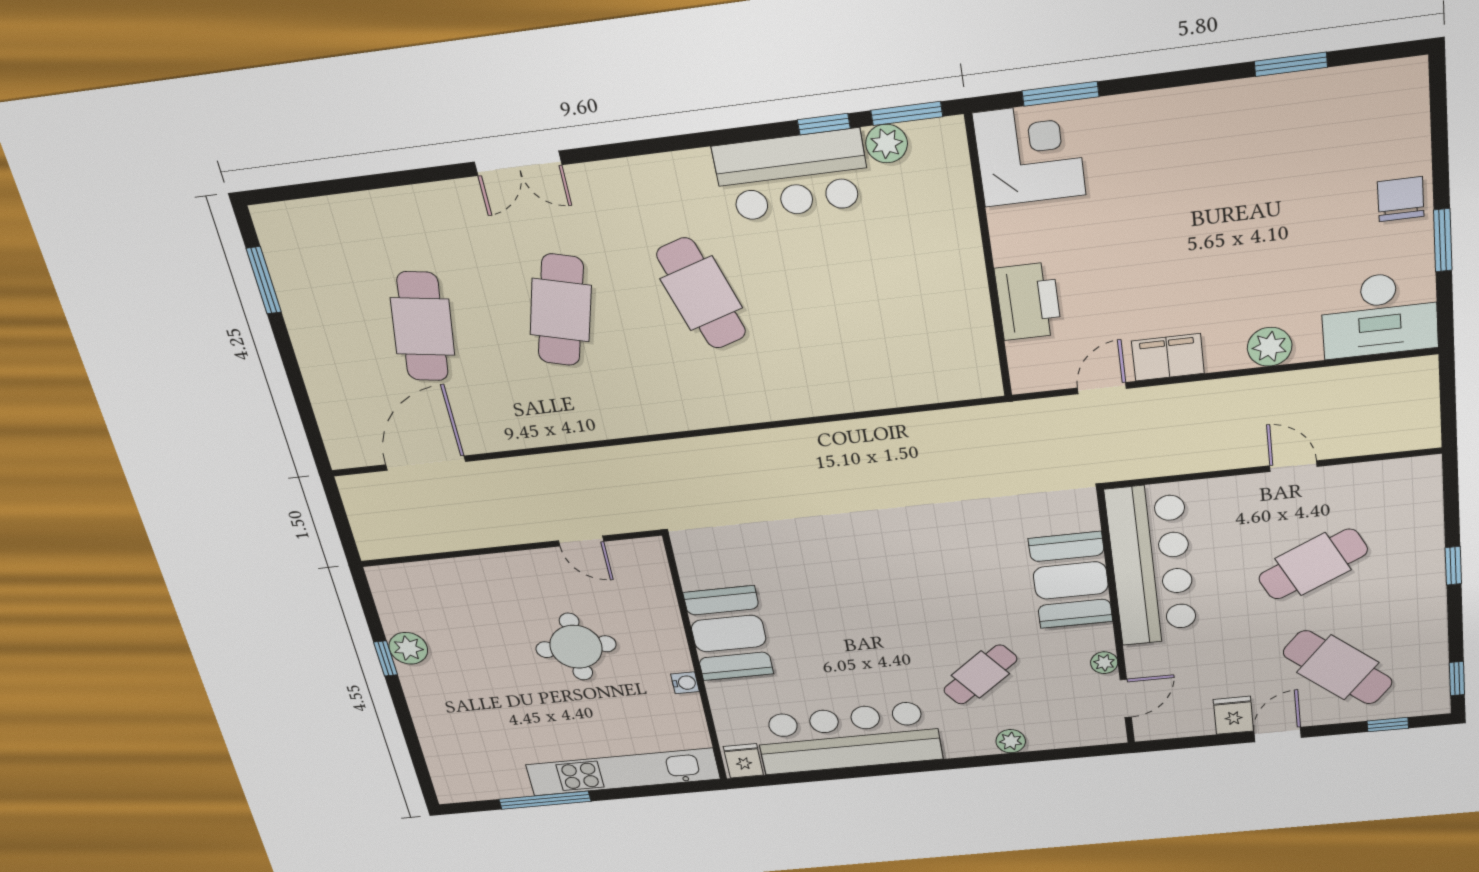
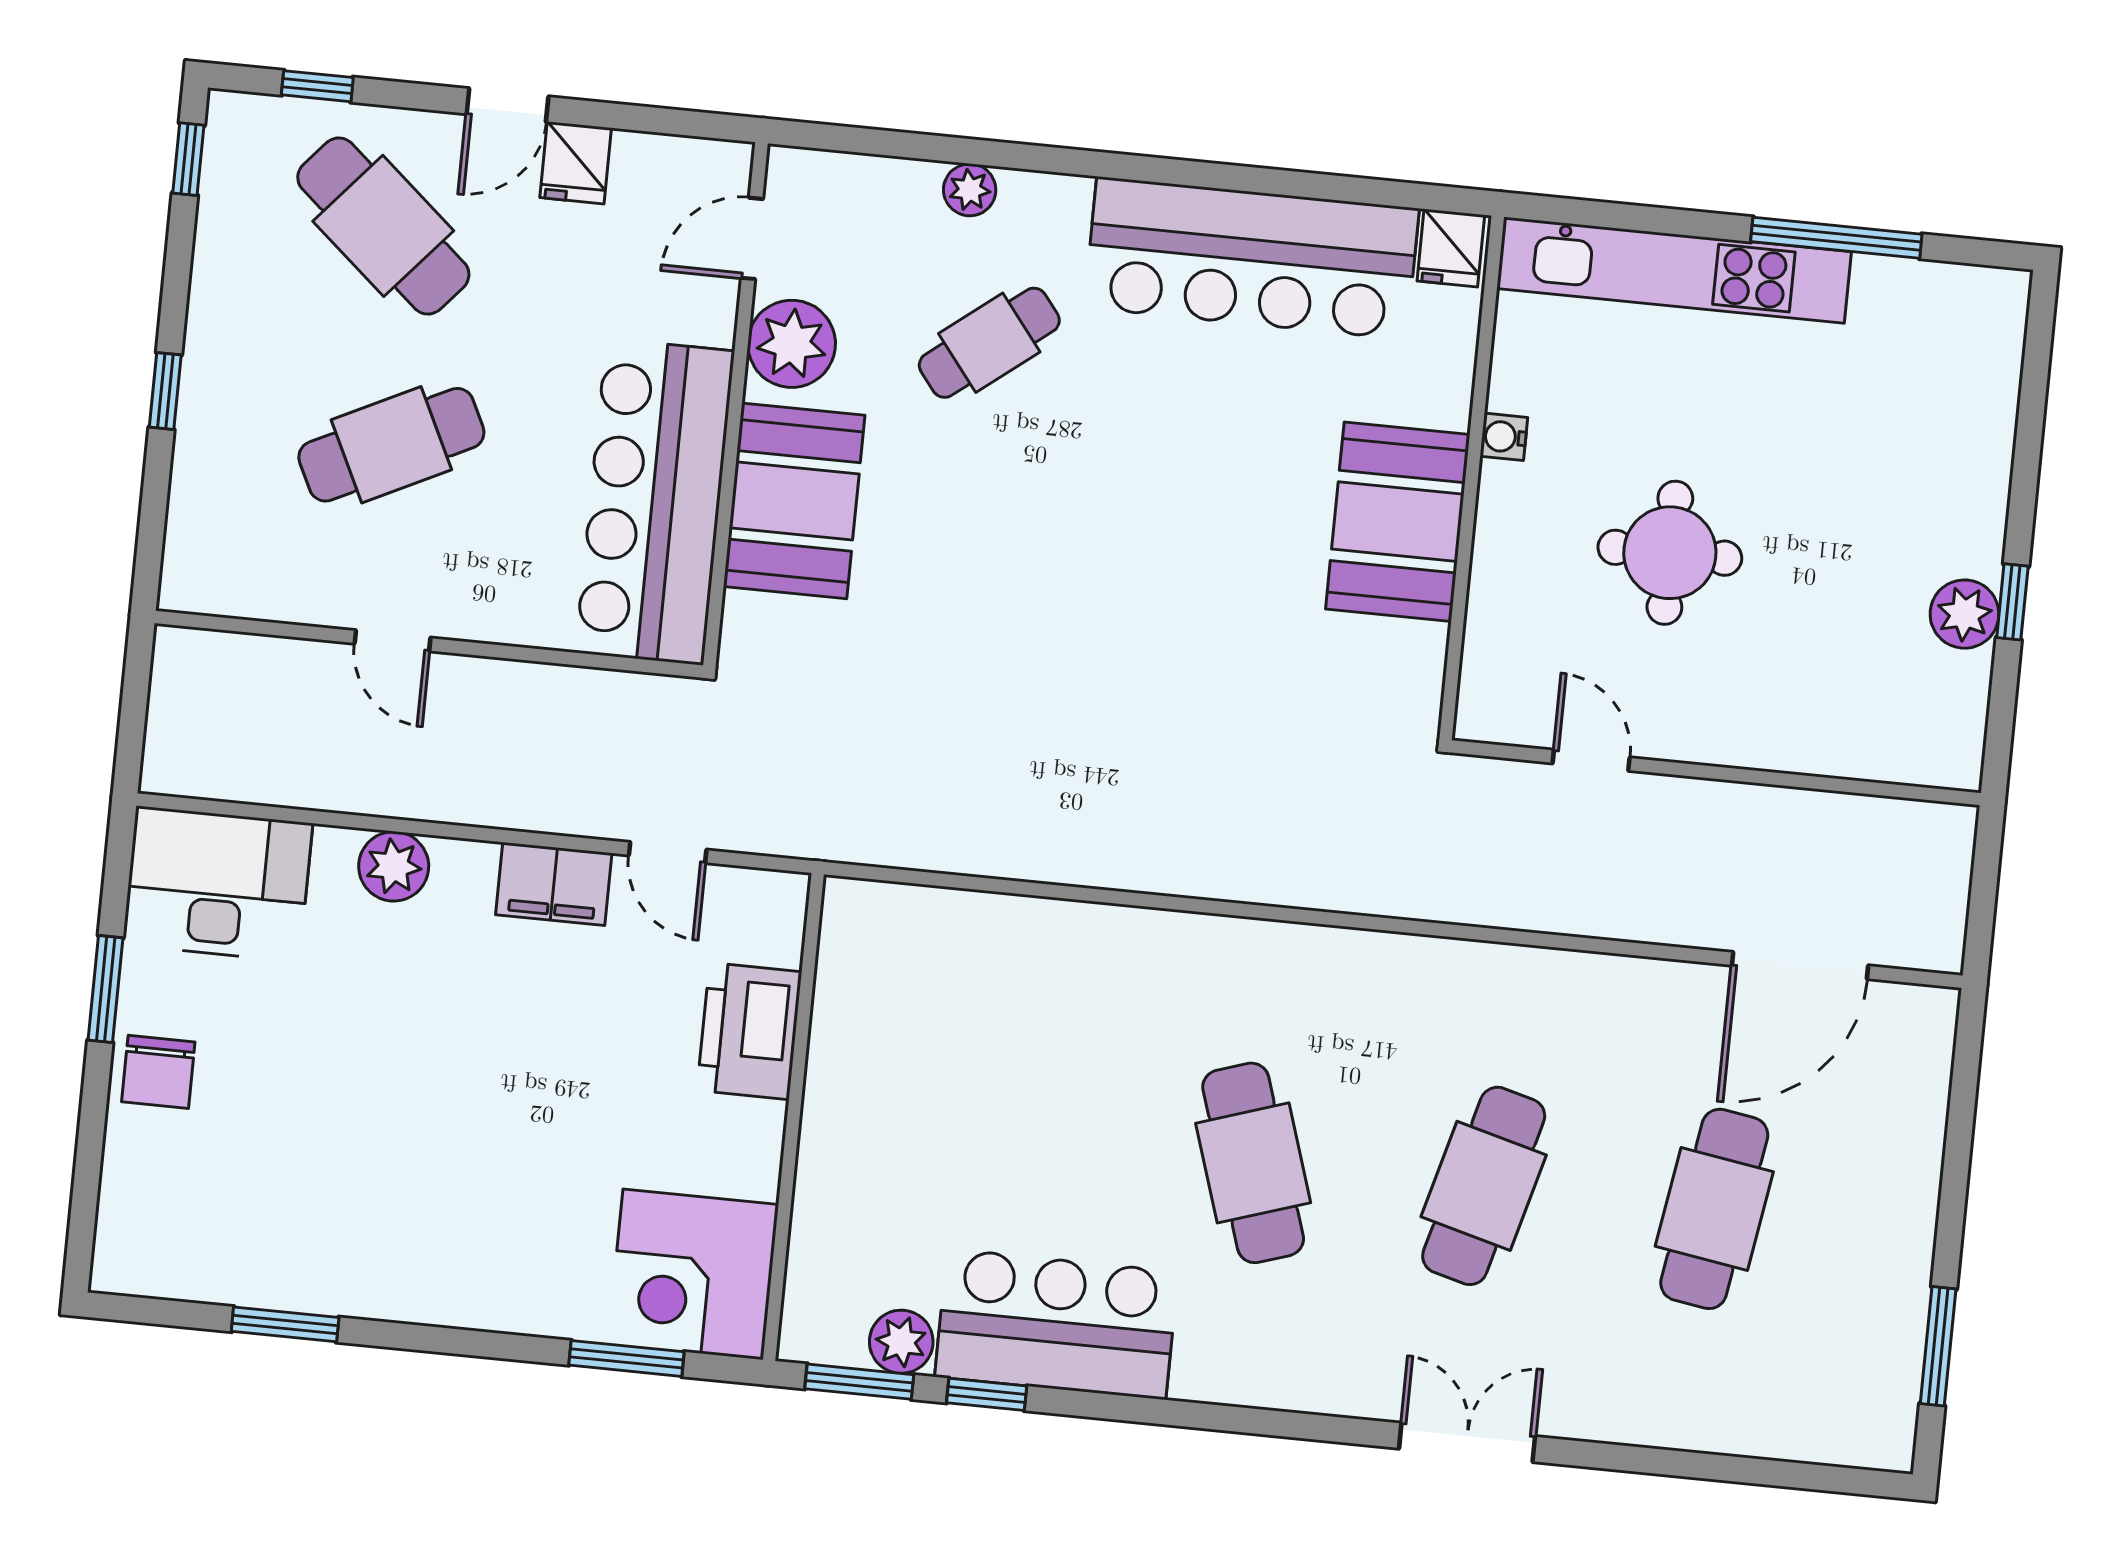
door: (1102, 388) -> (668, 852), hinge flipped
plant: (1104, 663) -> (792, 344), width x1.88, depth x1.88

